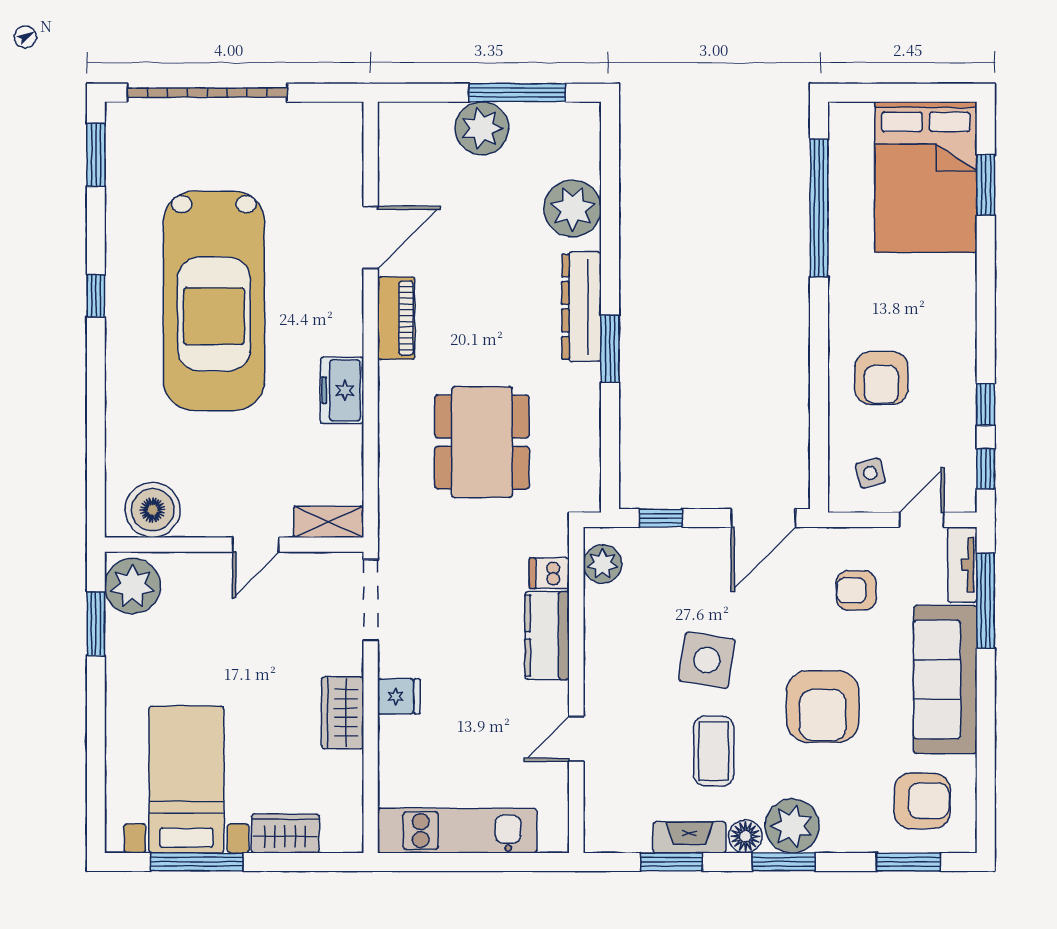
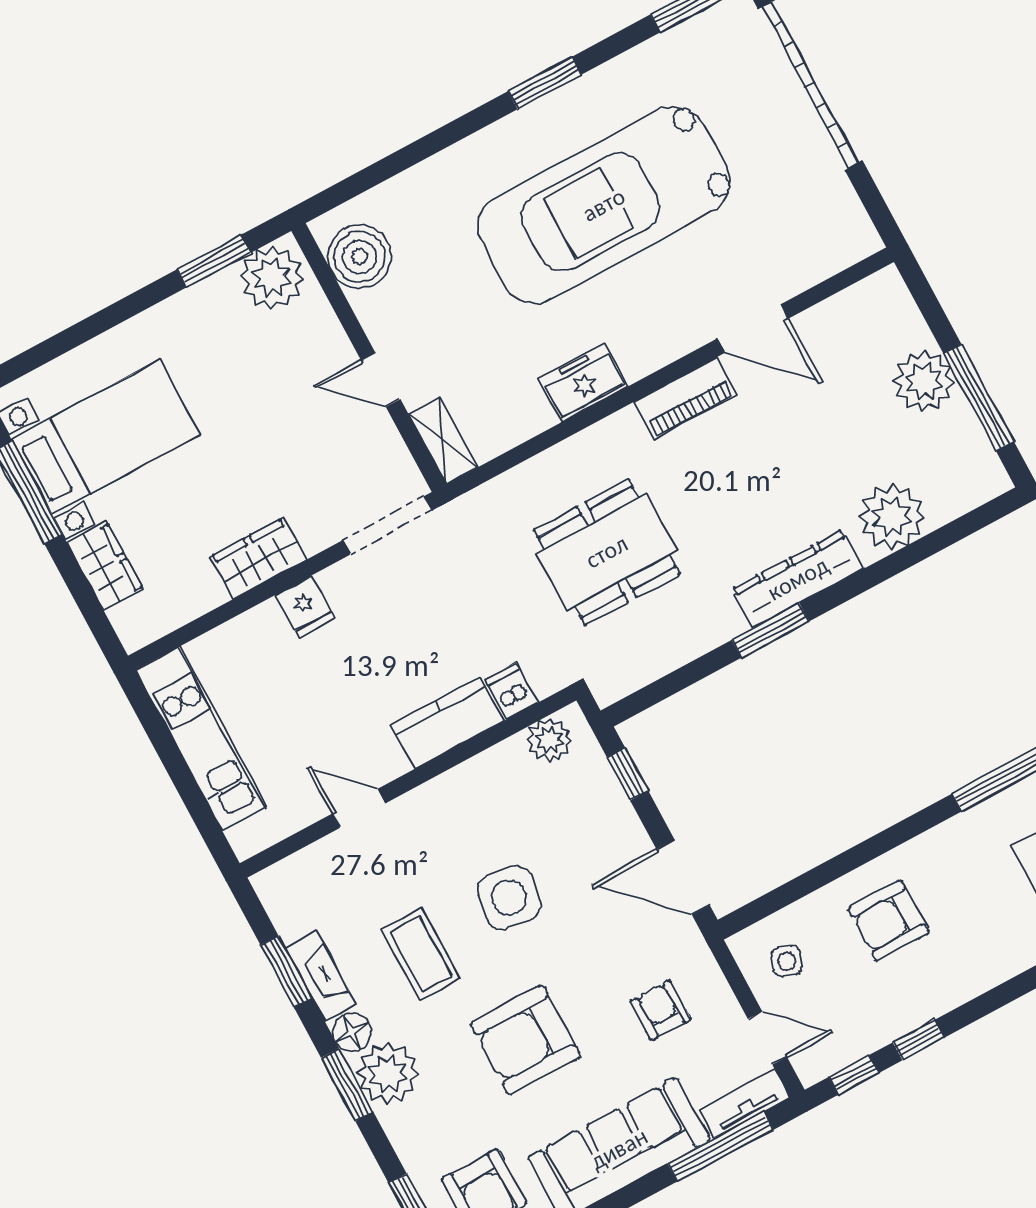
window: (96, 296) -> (545, 83), width x1.50
side table: (870, 473) -> (787, 961), turned 35
coffee table: (714, 751) -> (421, 954), turned 90

